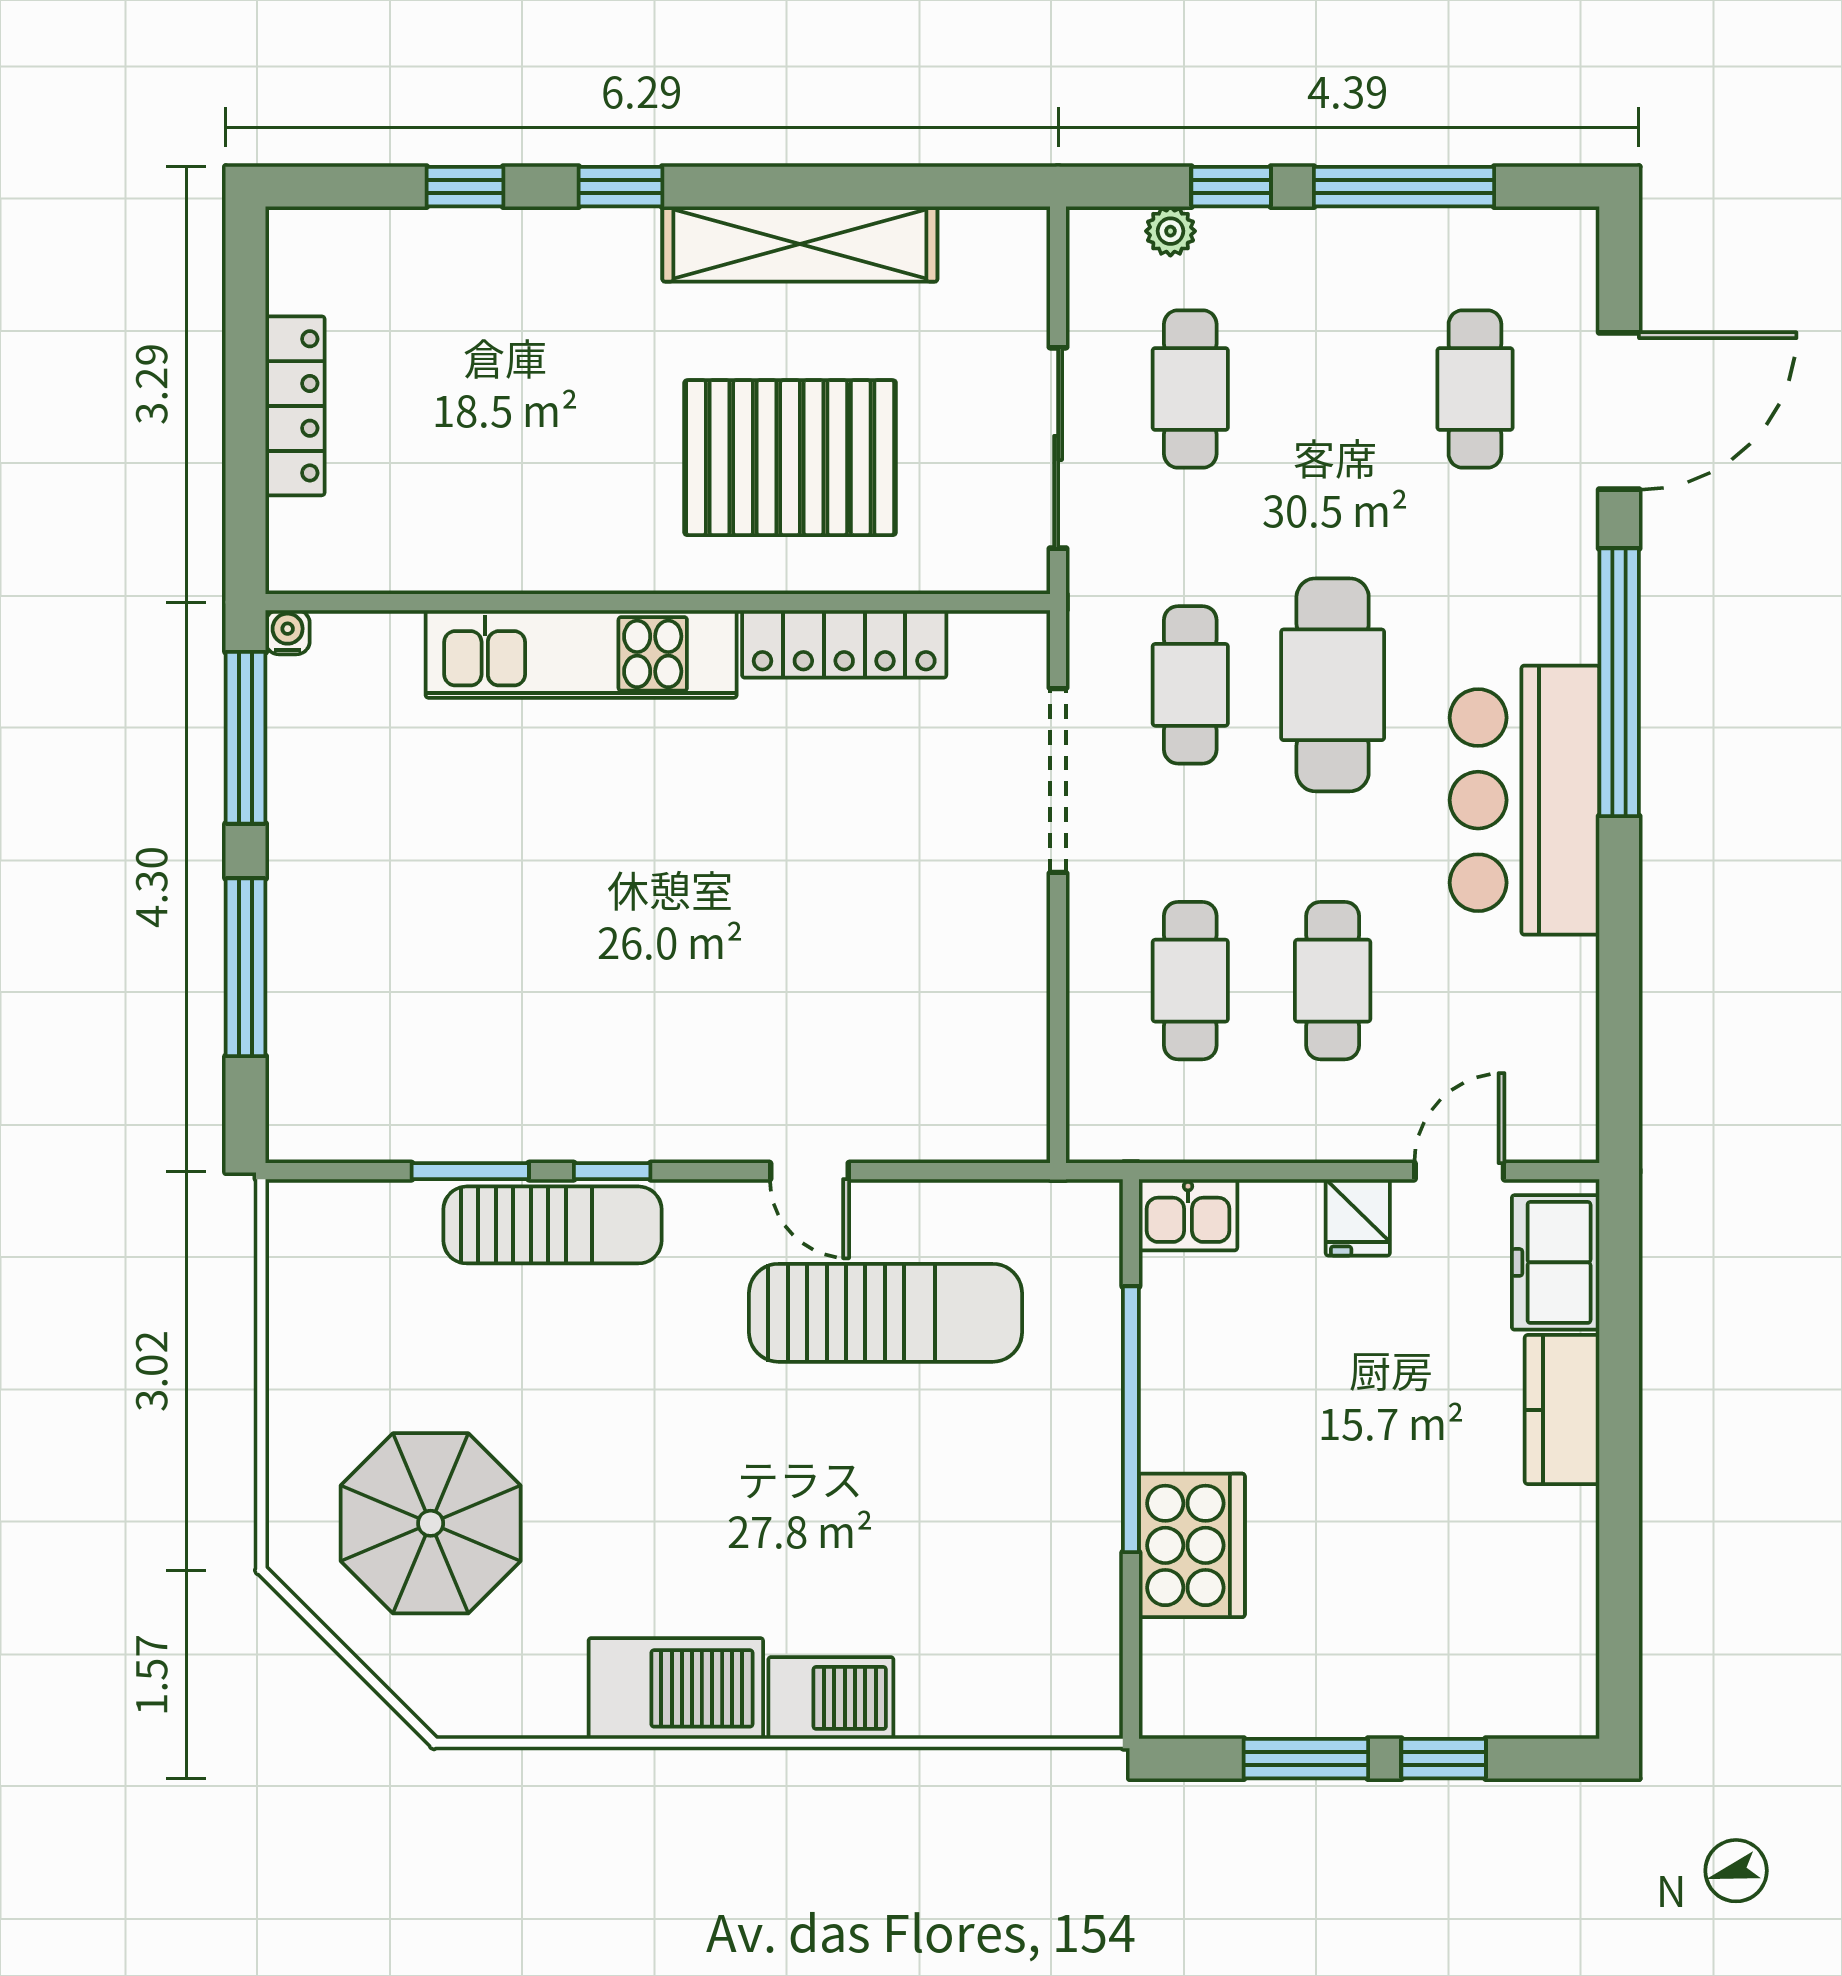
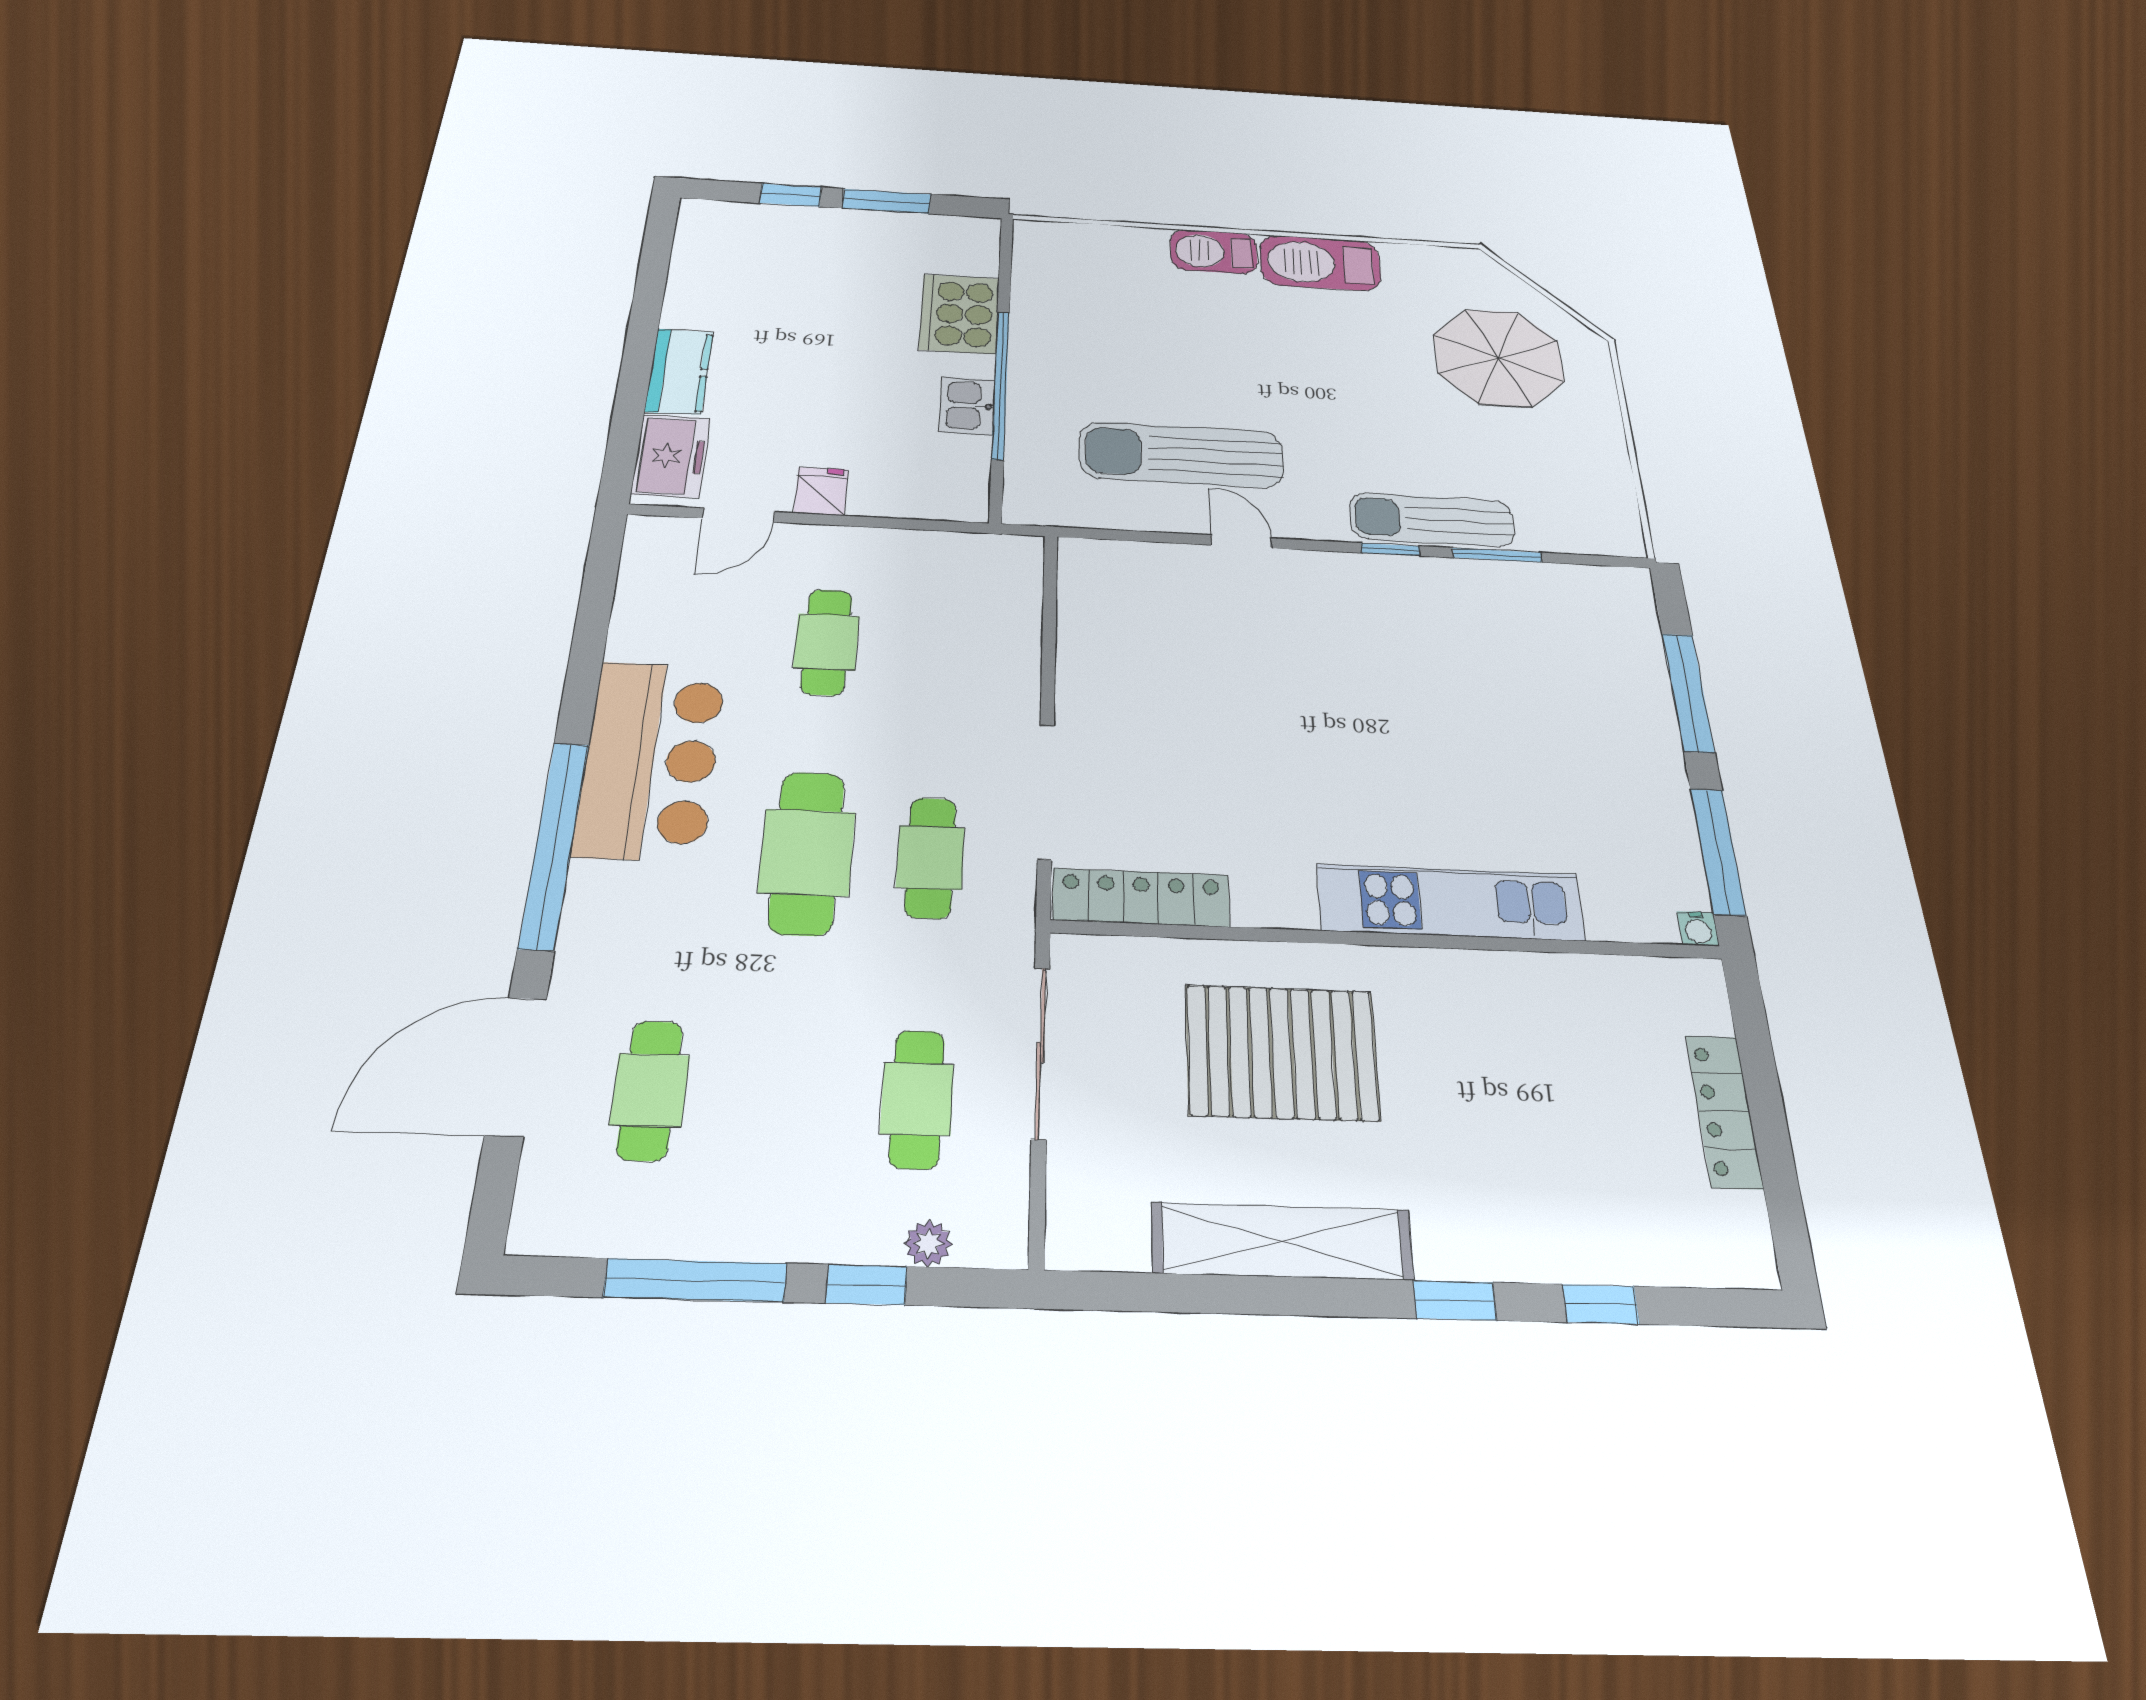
locker: (844, 644) -> (1141, 897), moved
cafe table: (1190, 981) -> (942, 648), removed
kitchen sink: (1188, 1215) -> (967, 406), moved, turned -90

